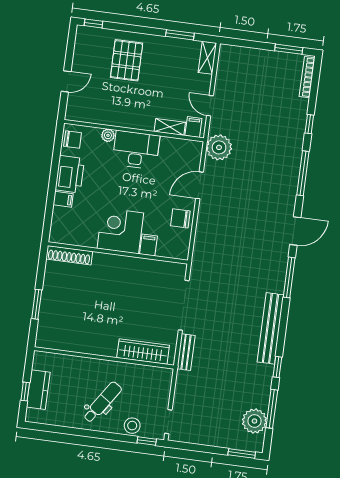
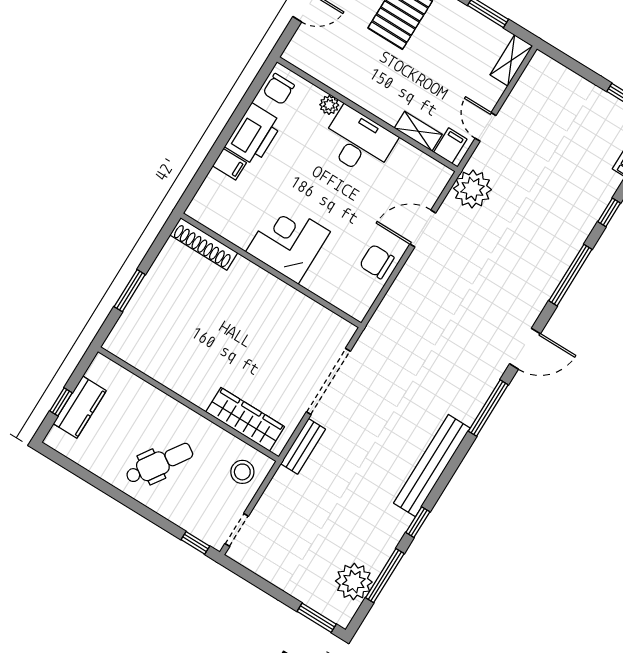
chair: (73, 139) -> (279, 89), turned 90
filing cabinet: (148, 245) -> (317, 278), removed
stool: (132, 426) -> (242, 472), moved

